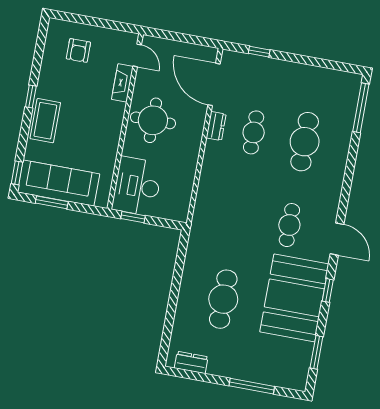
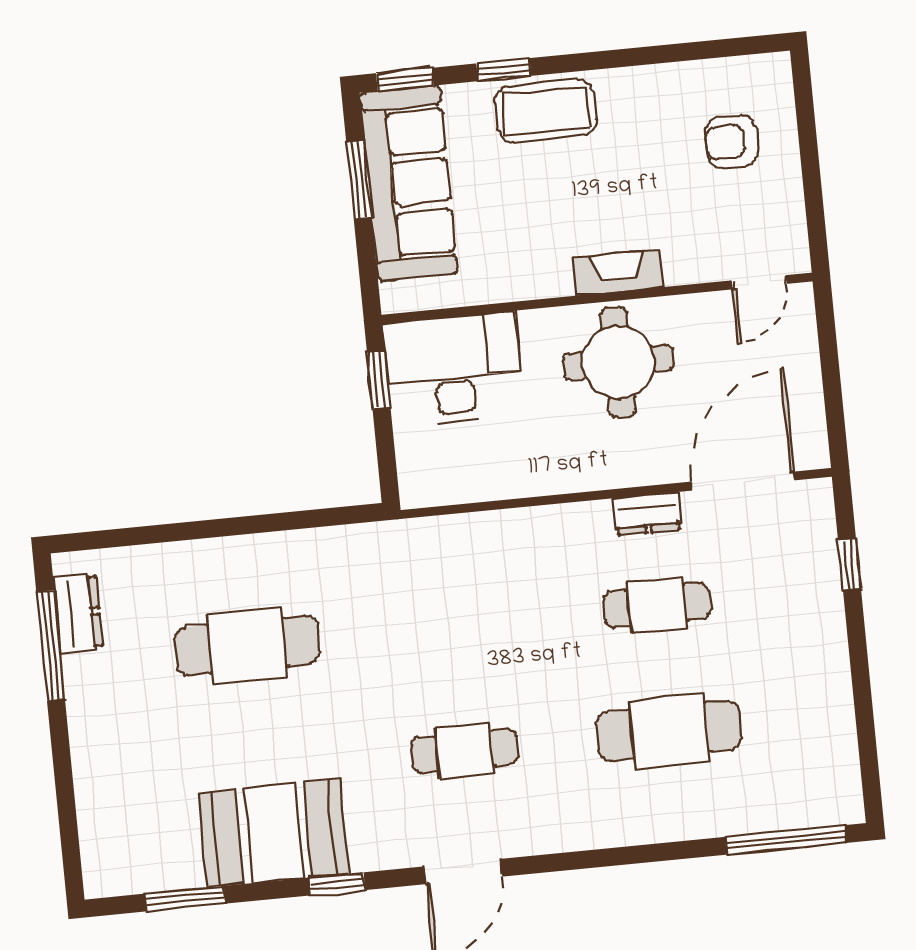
fireplace: (122, 83) -> (618, 273), moved
window: (31, 96) -> (504, 70), moved
booth: (294, 298) -> (274, 833), width x0.73, depth x0.70
window: (252, 386) -> (51, 646), moved

